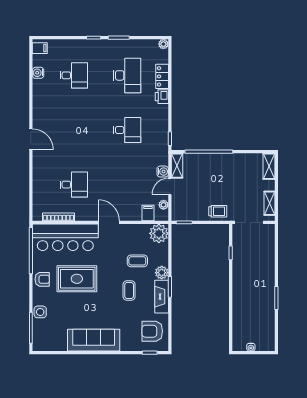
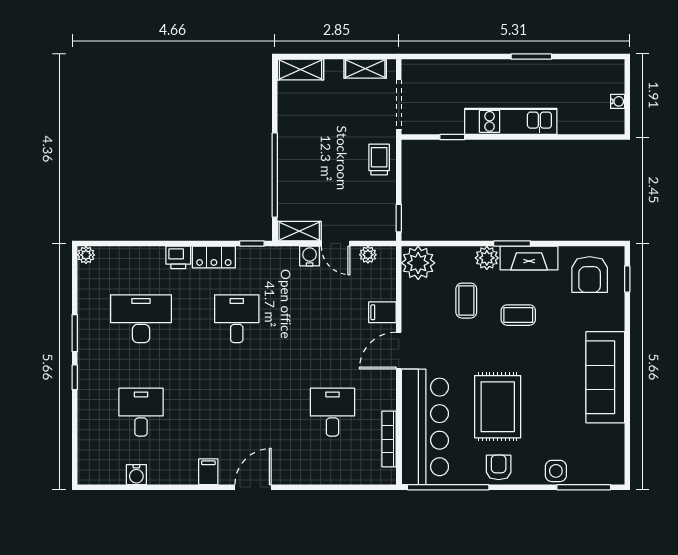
filing cabinet: (40, 48) -> (208, 472), moved
locker: (162, 76) -> (214, 257), moved
filing cabinet: (148, 213) -> (382, 312), moved
kitchen unit: (239, 286) -> (511, 121), added

